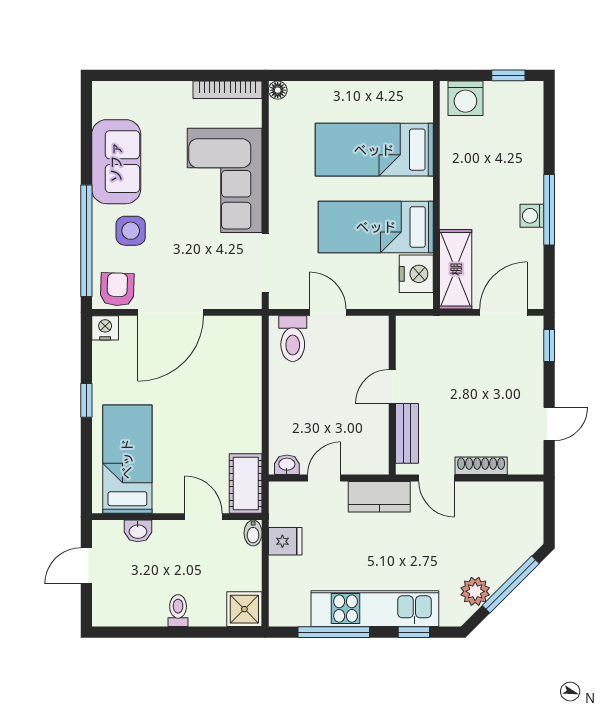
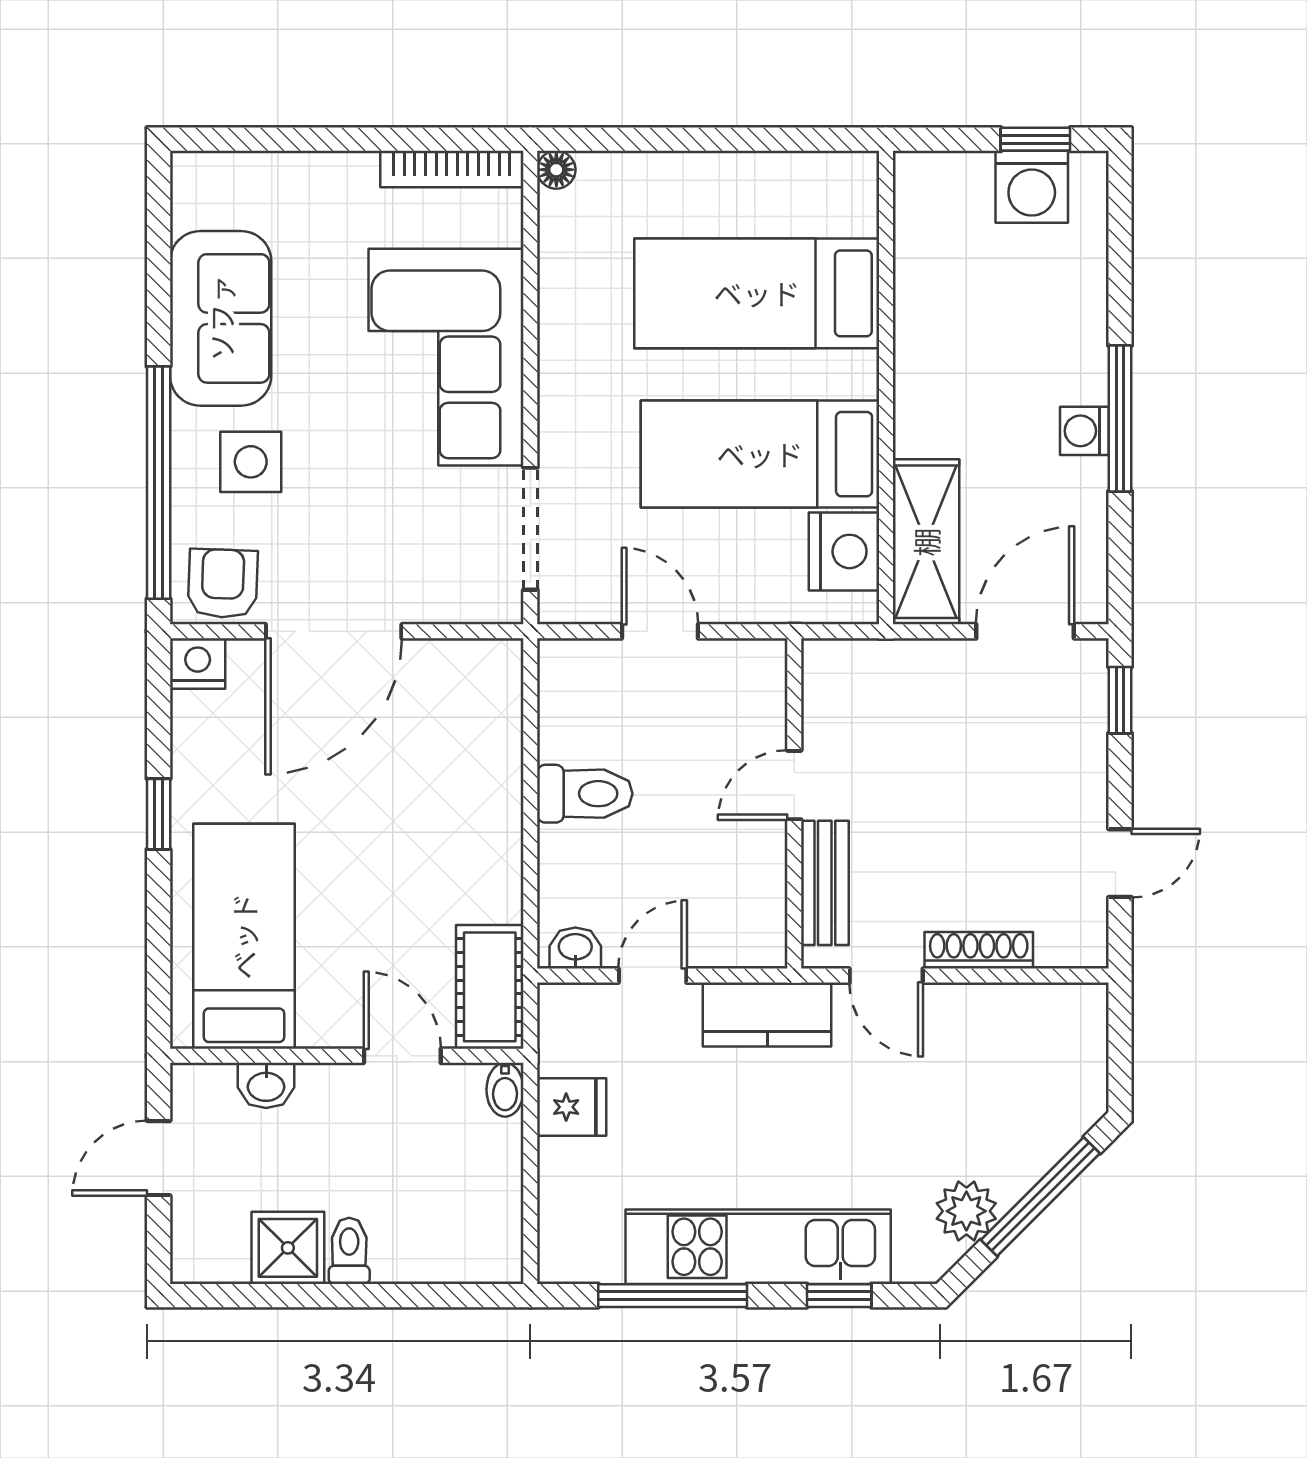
washing machine: (465, 98) -> (1032, 187), moved
toilet: (293, 339) -> (585, 794), moved, turned -90
shower: (244, 609) -> (288, 1248), moved

